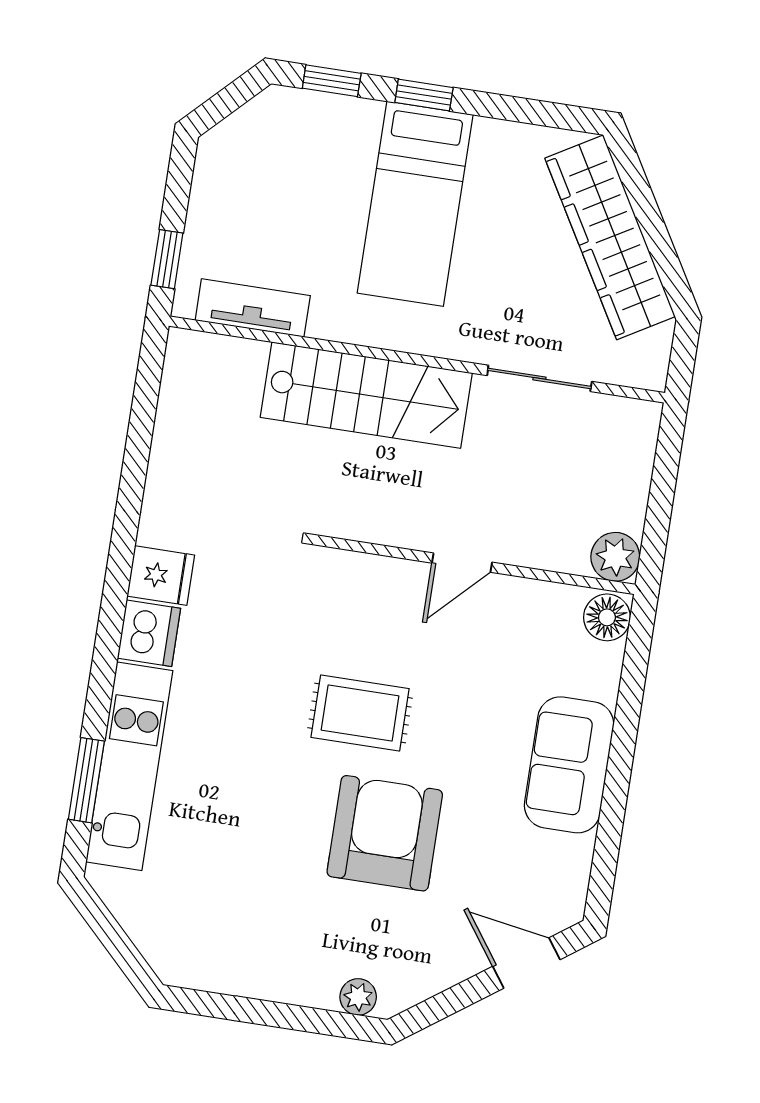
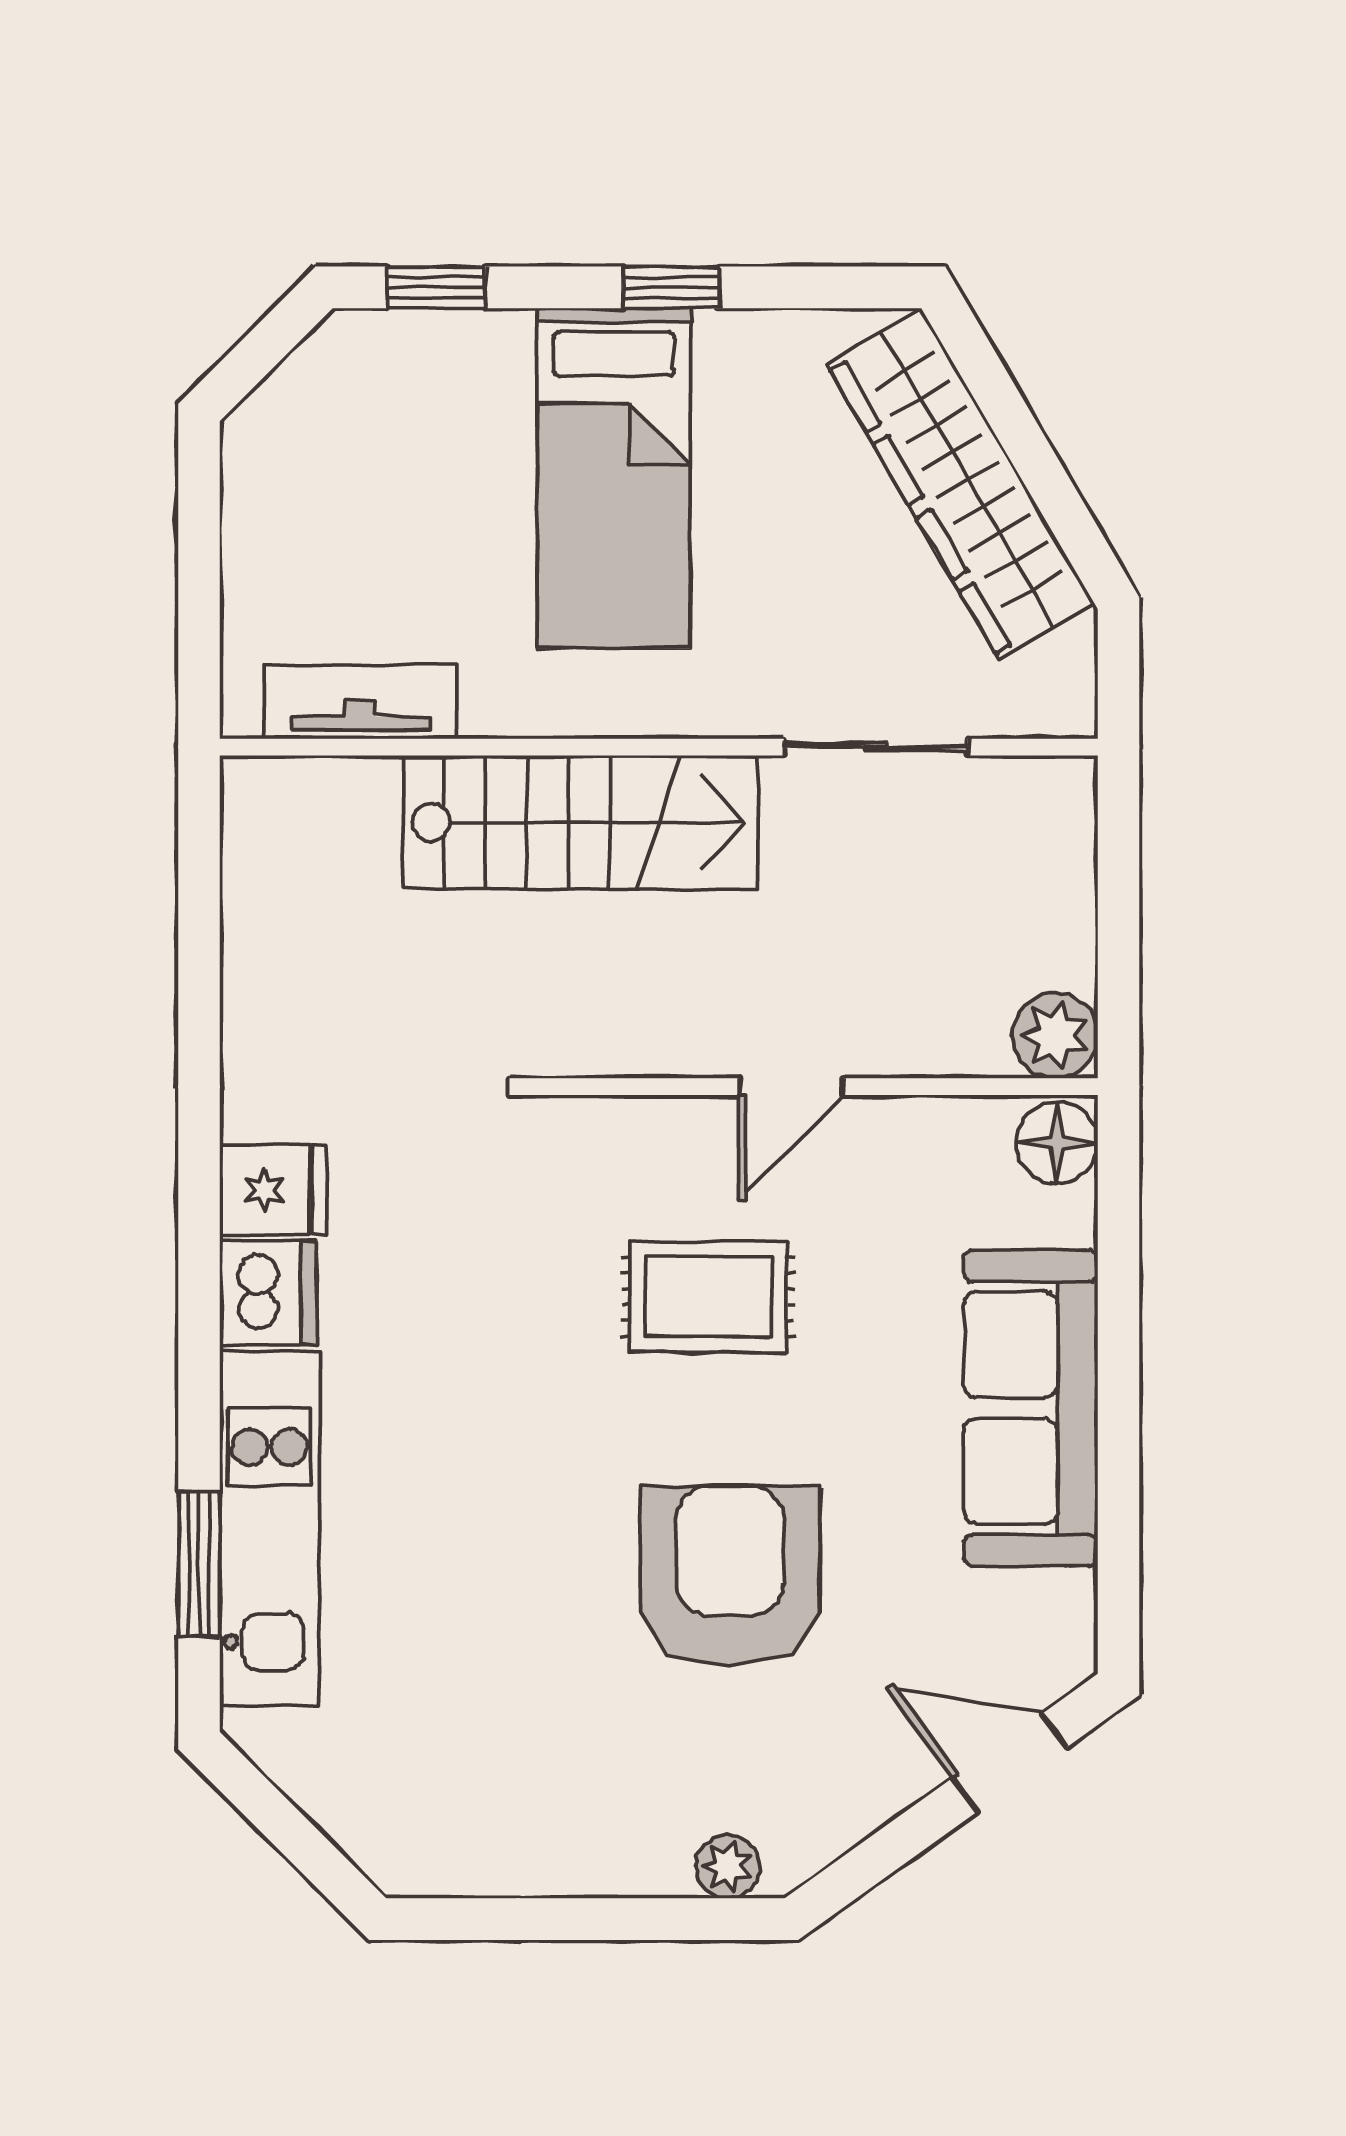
window: (424, 95) -> (671, 287), moved
window: (167, 259) -> (199, 640), removed
rug: (360, 713) -> (708, 1297), moved
sofa: (569, 765) -> (1031, 1408), width x1.36

